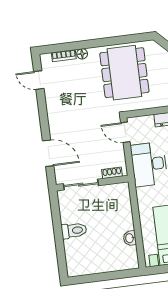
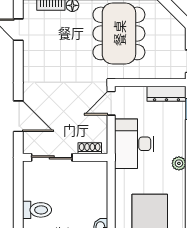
door: (125, 132) -> (111, 103), hinge flipped

